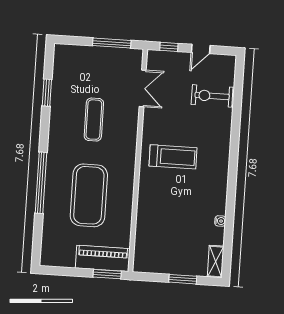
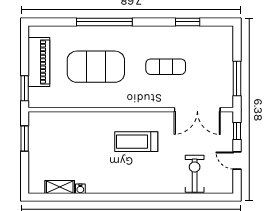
double door: (143, 88) -> (197, 110), width x1.37
treadmill: (173, 157) -> (136, 142), turned 90
piano: (103, 258) -> (39, 62), moved
shelving: (216, 262) -> (60, 187), moved
window: (183, 279) -> (25, 139), moved

